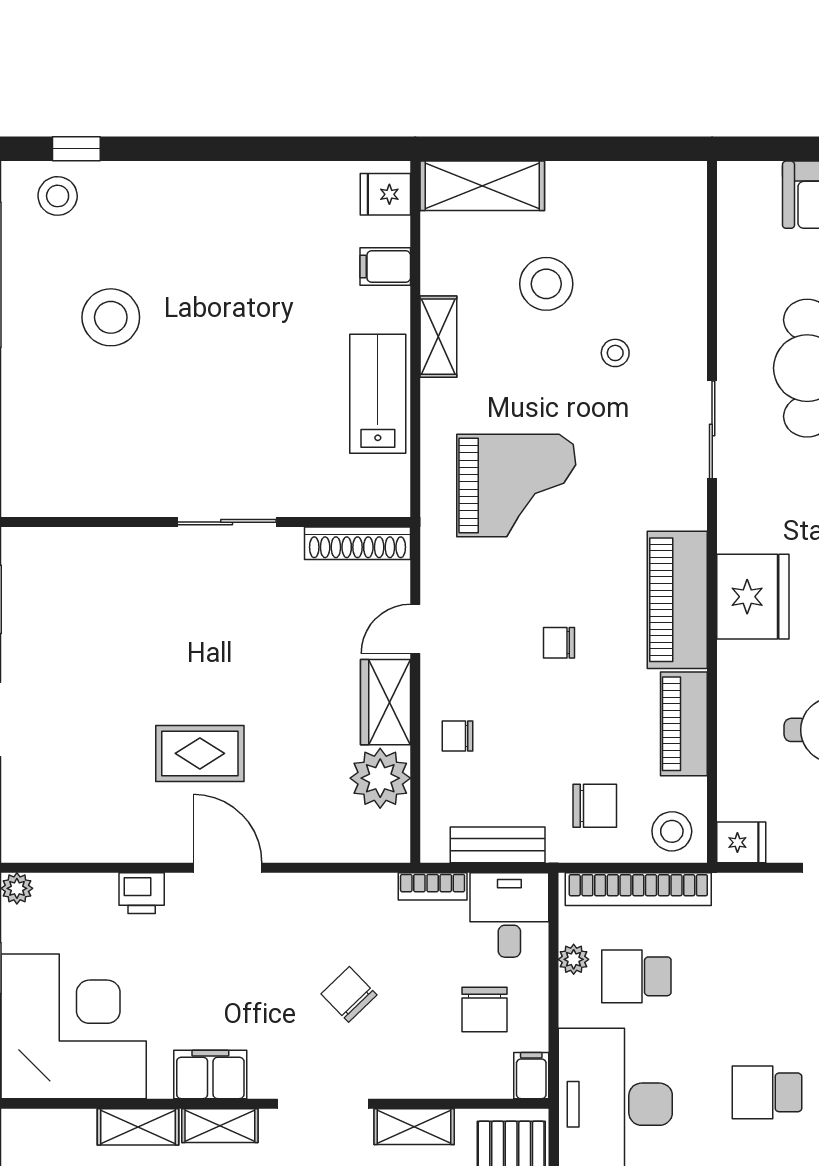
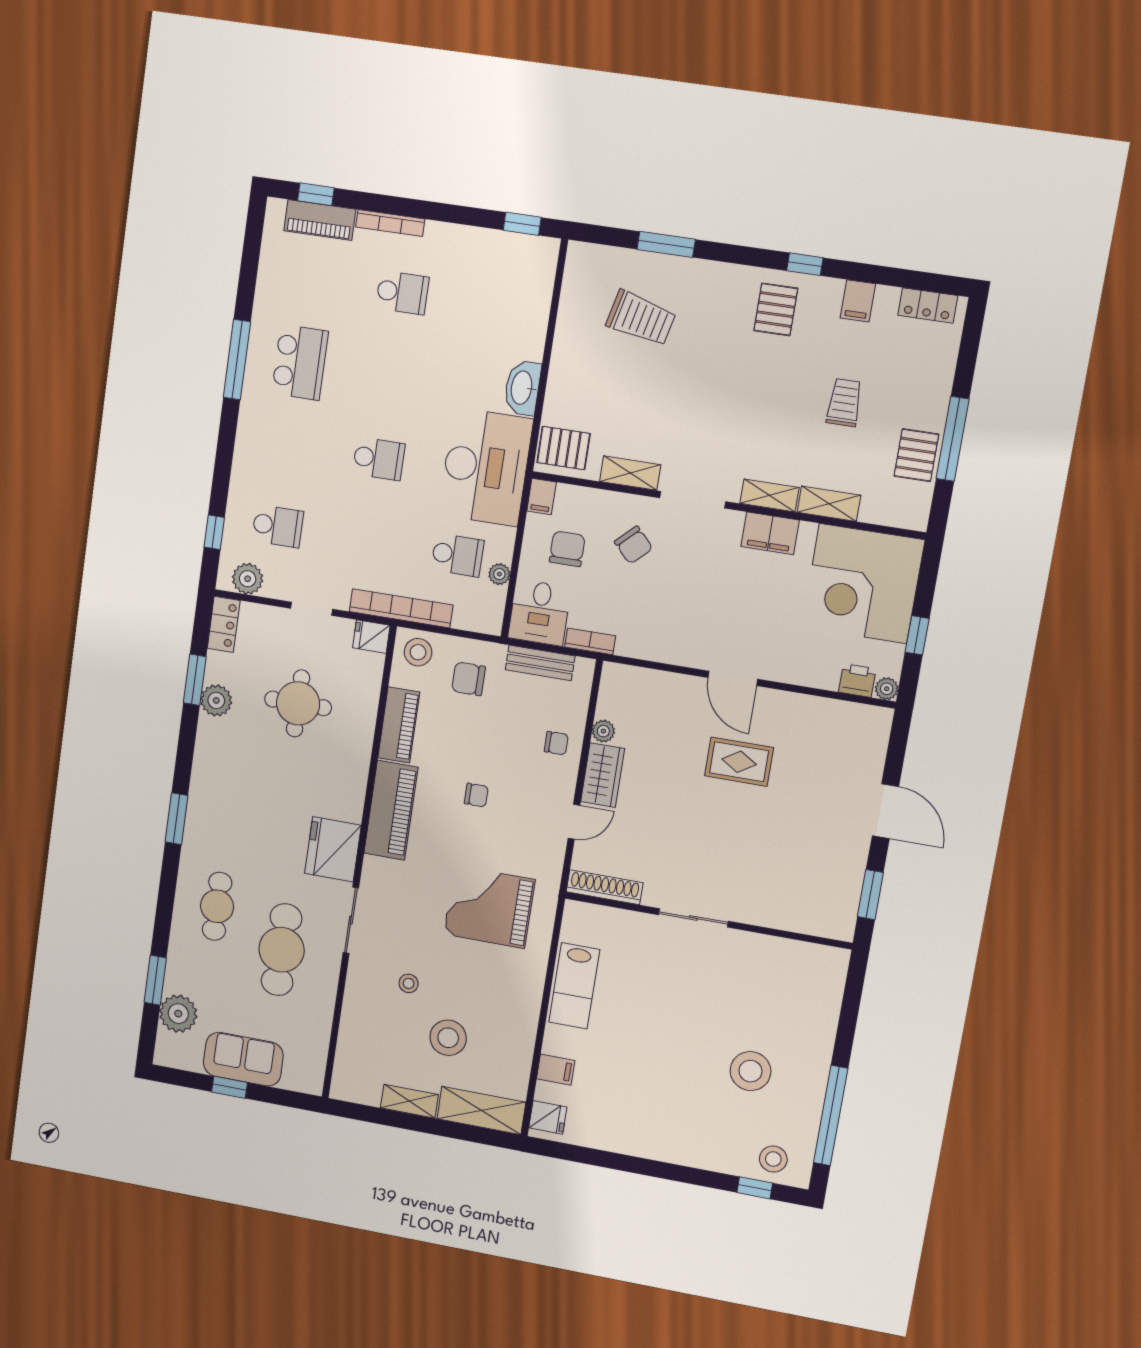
shelving: (438, 337) -> (409, 1101), moved, turned 90
fridge: (753, 597) -> (333, 849), moved
plant: (380, 778) -> (603, 731), width x0.53, depth x0.53
bookcase: (638, 889) -> (401, 608), moved
printer: (142, 893) -> (857, 680), moved
chair: (349, 994) -> (634, 545), moved

